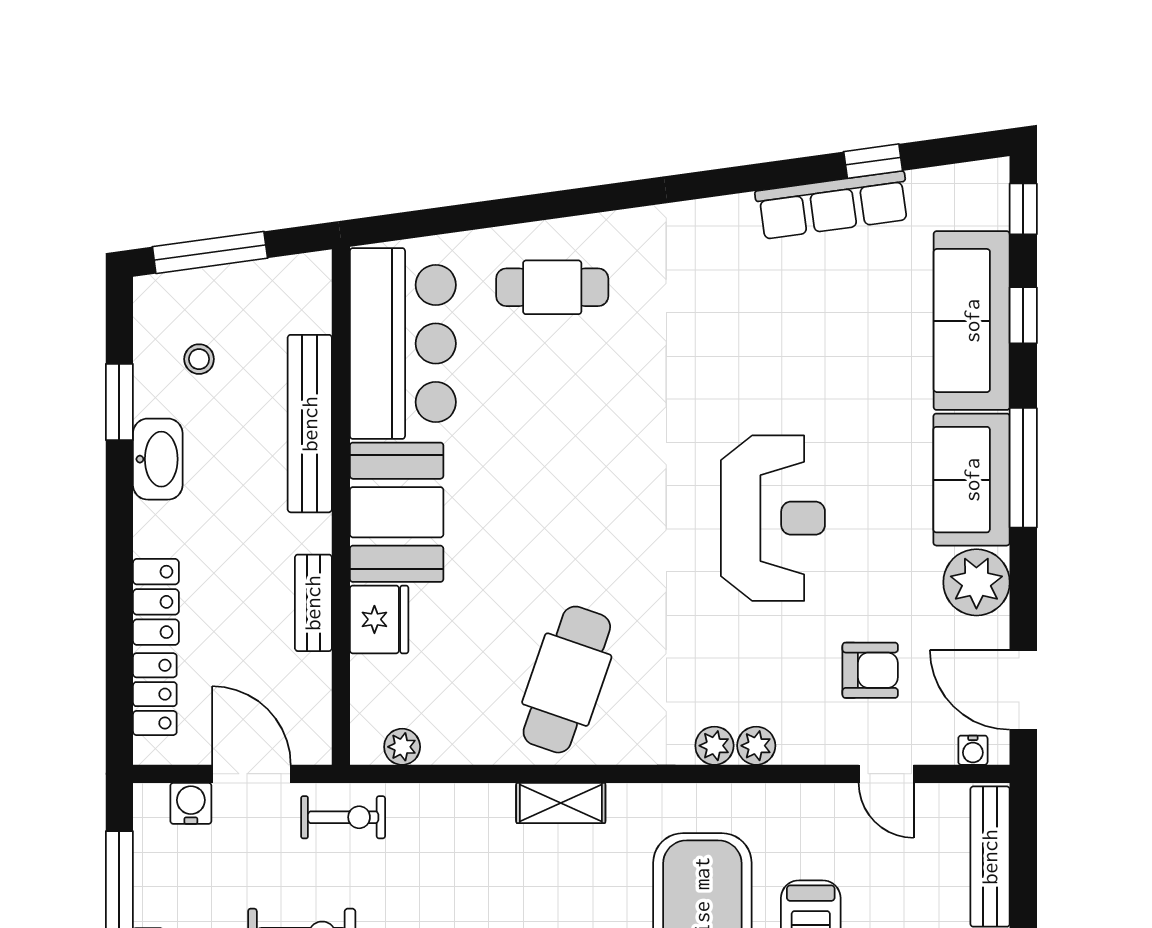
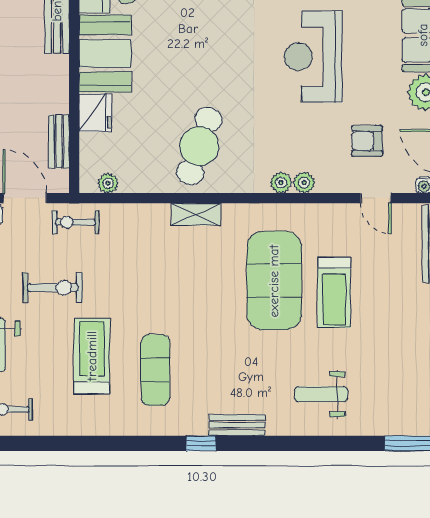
reception desk: (773, 518) -> (313, 57), turned 180
bench: (313, 603) -> (59, 142), moved
armchair: (870, 670) -> (367, 141), turned 180
exercise bike: (343, 817) -> (75, 222), turned 180

